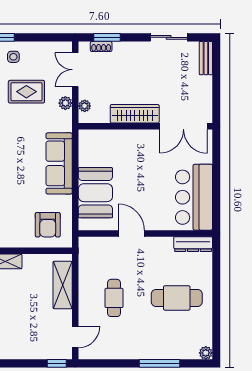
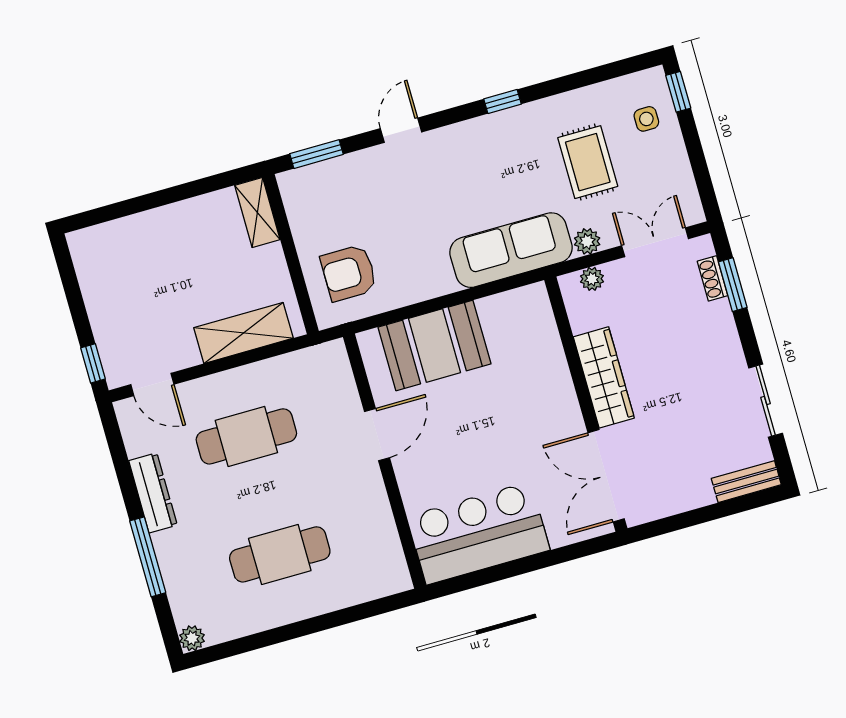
sofa: (59, 163) -> (511, 250), moved
dresser: (193, 244) -> (153, 493), moved, turned 180
cafe table: (114, 298) -> (246, 436), width x1.37, depth x1.35
cafe table: (177, 298) -> (280, 554), turned 90

